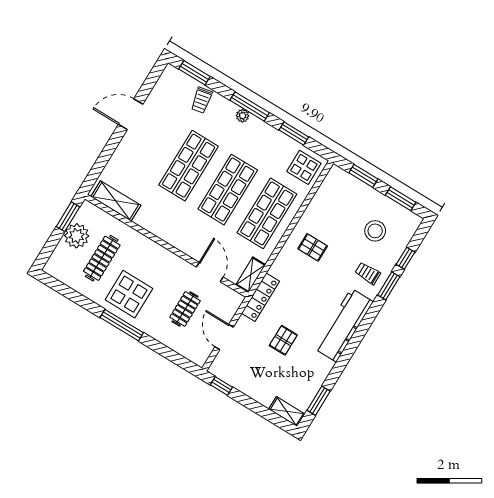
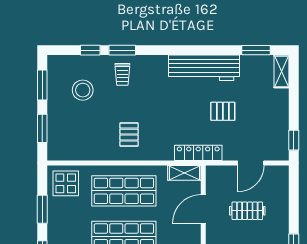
workbench: (344, 325) -> (204, 68), moved

